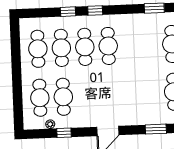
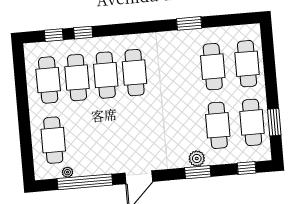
window: (95, 11) -> (54, 35), moved
cafe table: (63, 97) -> (82, 138), removed
plant: (155, 118) -> (197, 158), added
window: (64, 133) -> (85, 182), width x3.17

